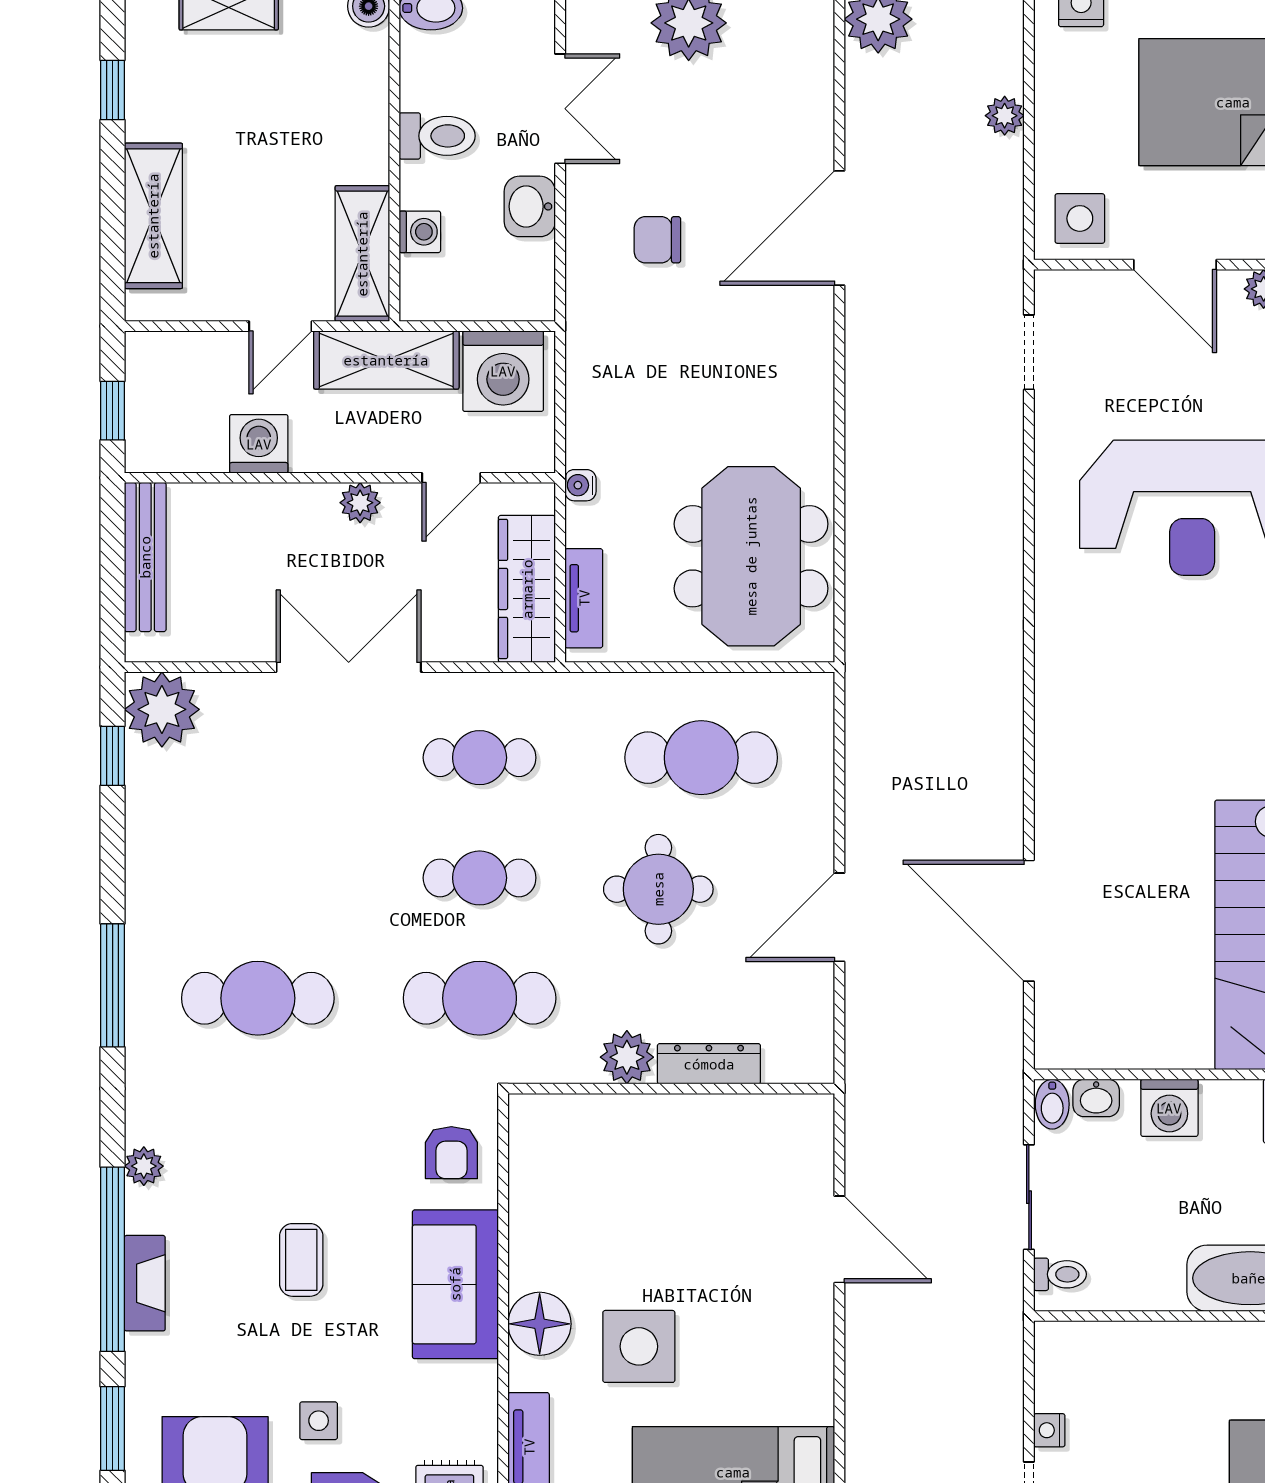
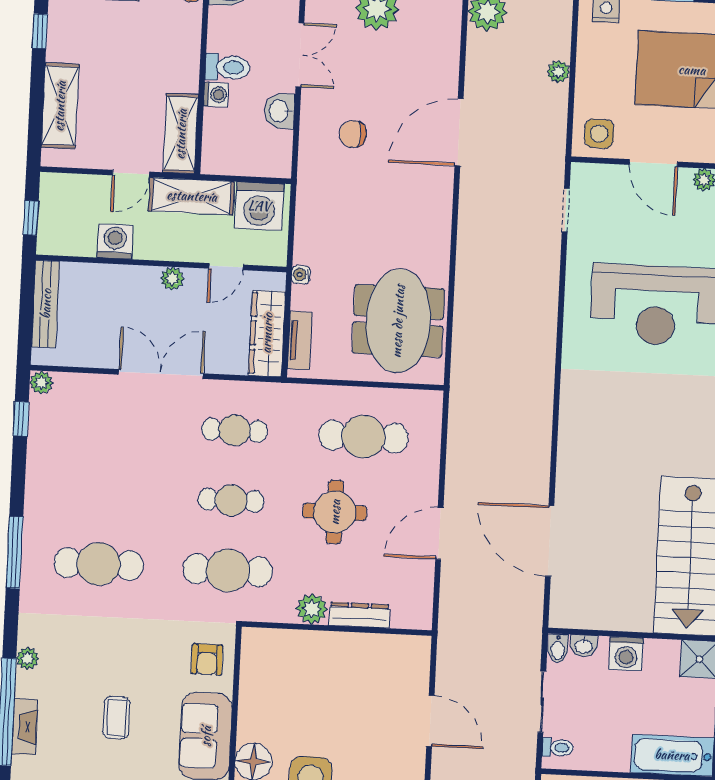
washing machine: (420, 232) -> (216, 95), moved
plant: (162, 709) -> (41, 383), width x0.53, depth x0.53

